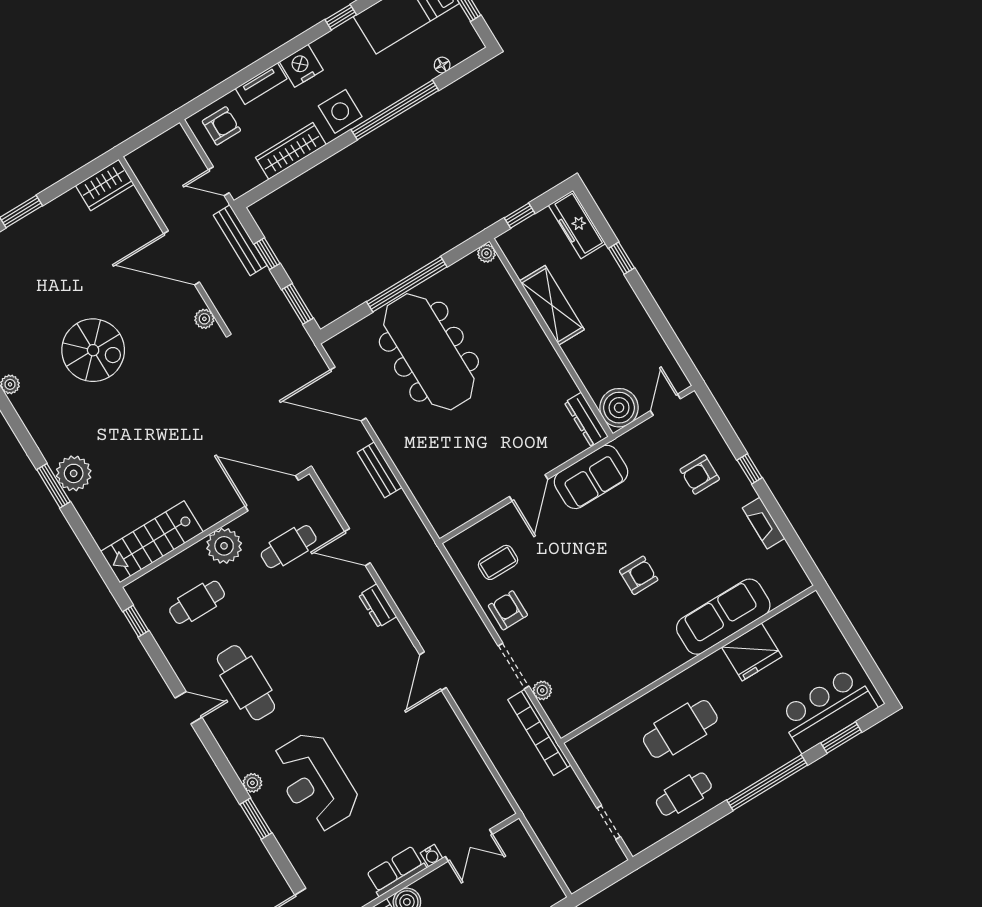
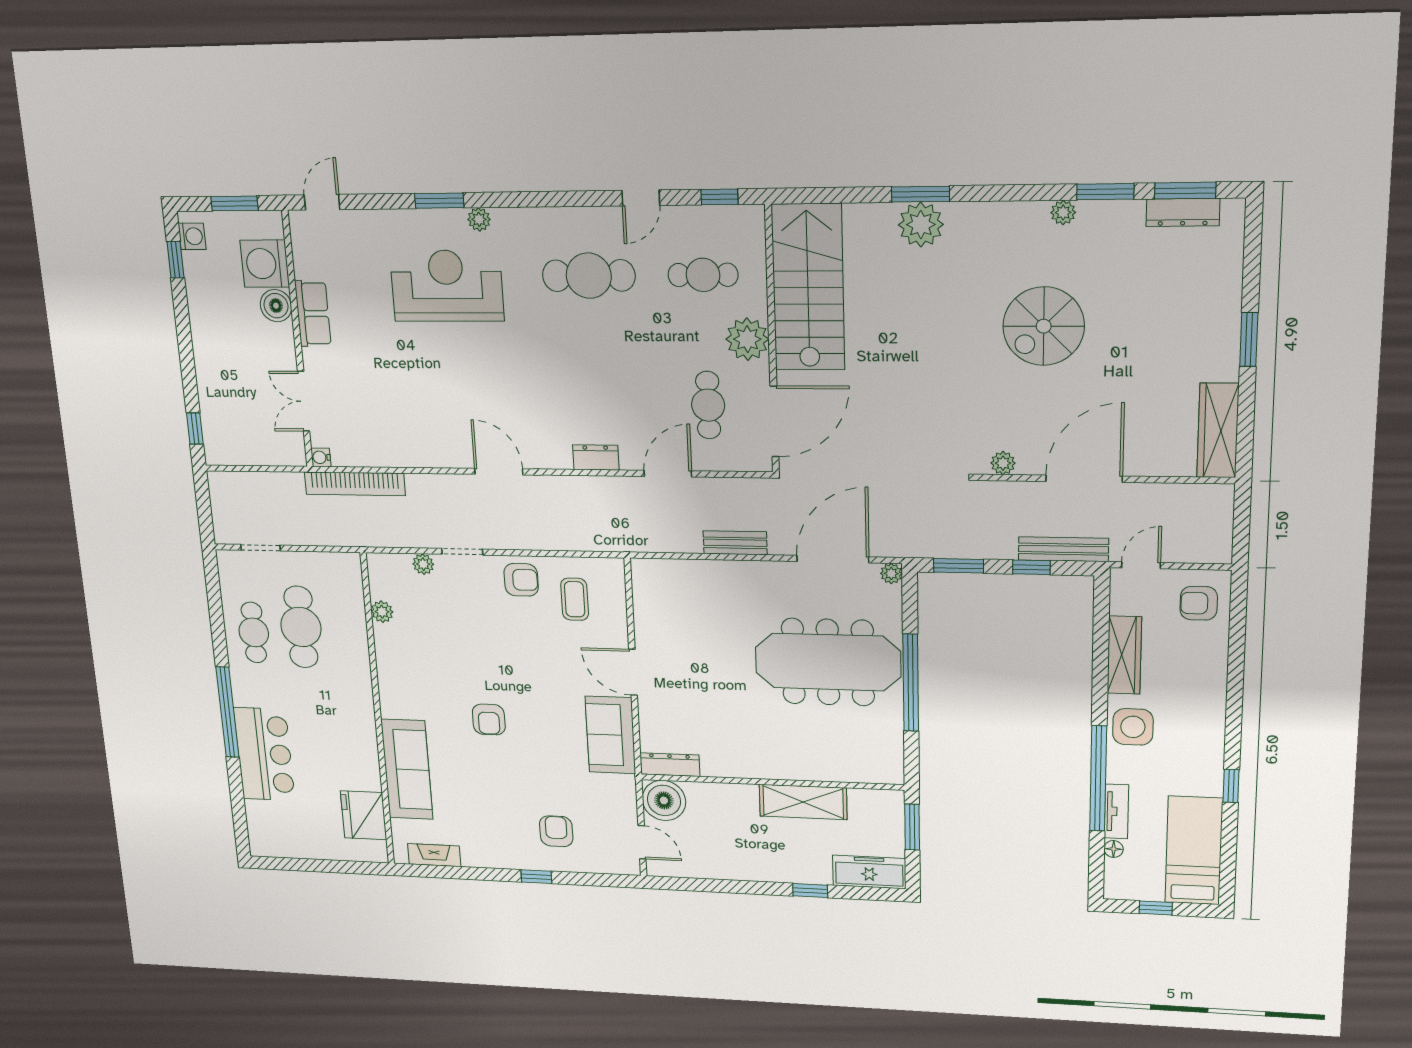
nightstand: (301, 66) -> (1207, 718), removed
tv unit: (261, 84) -> (1116, 811), moved, turned 180
armchair: (221, 126) -> (1199, 603), turned 90
wardrobe: (105, 185) -> (1218, 430), width x1.50
window: (520, 216) -> (912, 827), width x1.50
plant: (486, 253) -> (891, 574), moved
fireplace: (764, 523) -> (434, 855), moved
stairs: (152, 542) -> (808, 288), width x1.36, depth x1.51
cafe table: (197, 602) -> (703, 275), turned 90
fridge: (752, 652) -> (364, 815), moved
doorway: (513, 666) -> (462, 552), width x0.73
plant: (602, 703) -> (382, 612), added
door: (188, 708) -> (641, 198), moved
bar counter: (827, 710) -> (264, 754), moved
cafe table: (680, 729) -> (301, 627), moved
bookcase: (539, 732) -> (355, 484), moved, turned 180
window: (841, 738) -> (238, 801), removed
water cooler: (431, 856) -> (321, 457), moved

